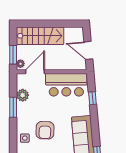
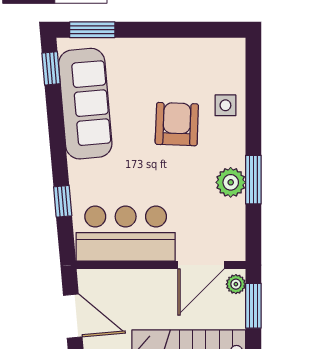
plant: (23, 95) -> (231, 182), moved

